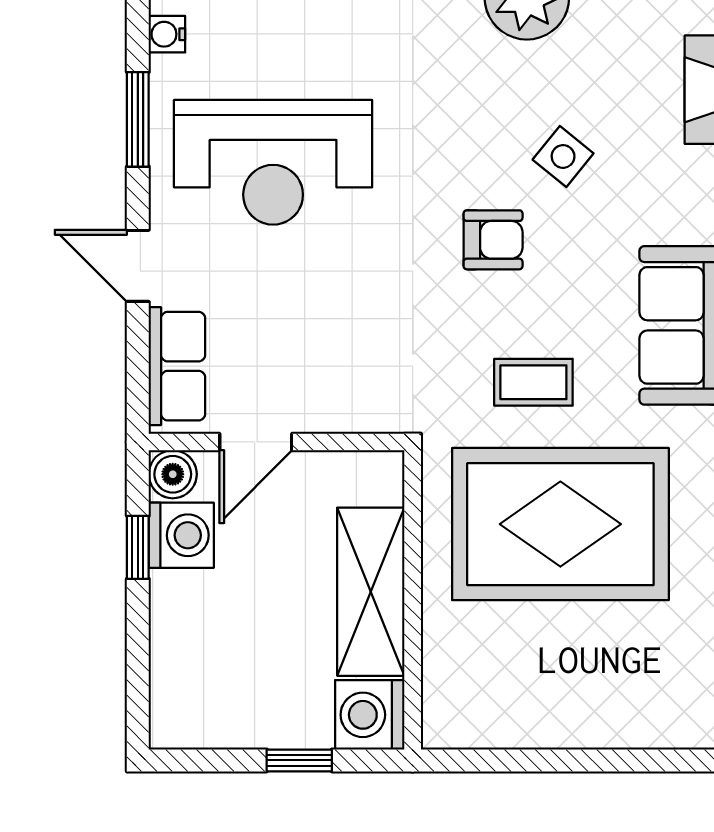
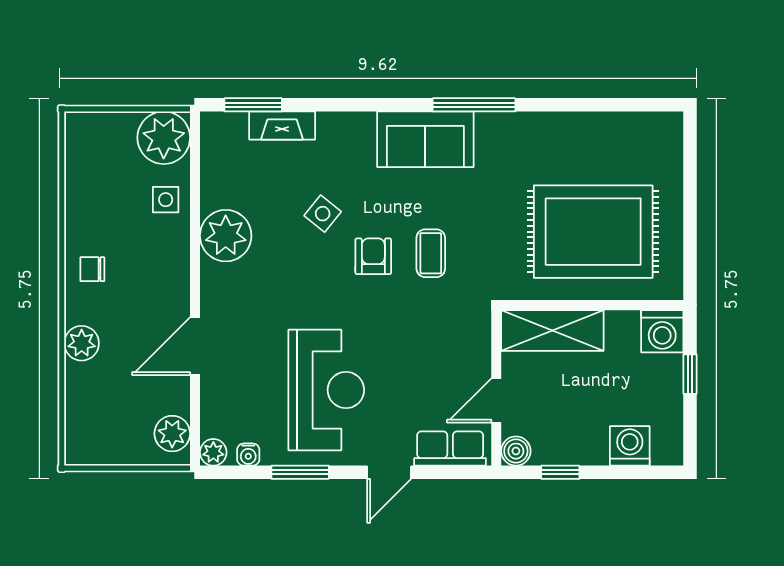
coffee table: (533, 382) -> (431, 253), moved
door: (256, 442) -> (496, 401), swing flipped
rug: (560, 524) -> (593, 232), moved, turned 90
washing machine: (181, 535) -> (630, 446), moved
shelving: (371, 592) -> (552, 331), moved

